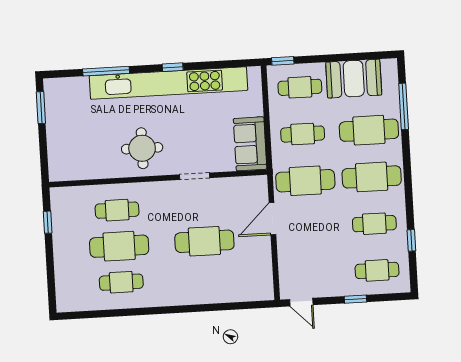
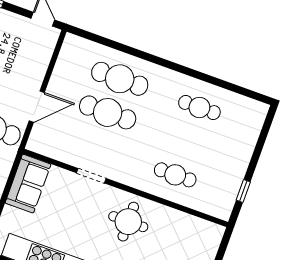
cafe table: (119, 246) -> (120, 79), moved

